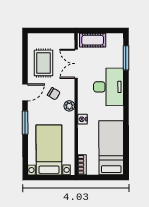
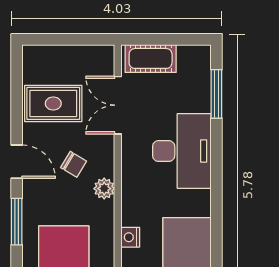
rug: (43, 63) -> (53, 103), turned 90
door: (25, 92) -> (17, 162), hinge flipped
nightstand: (82, 119) -> (130, 237), moved

